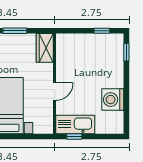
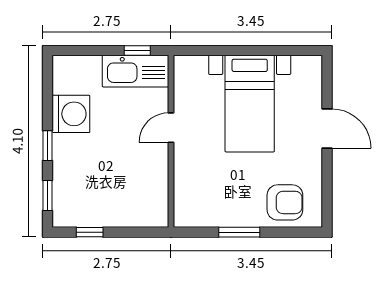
wardrobe: (45, 48) -> (188, 203), removed
window: (126, 81) -> (48, 146), added

